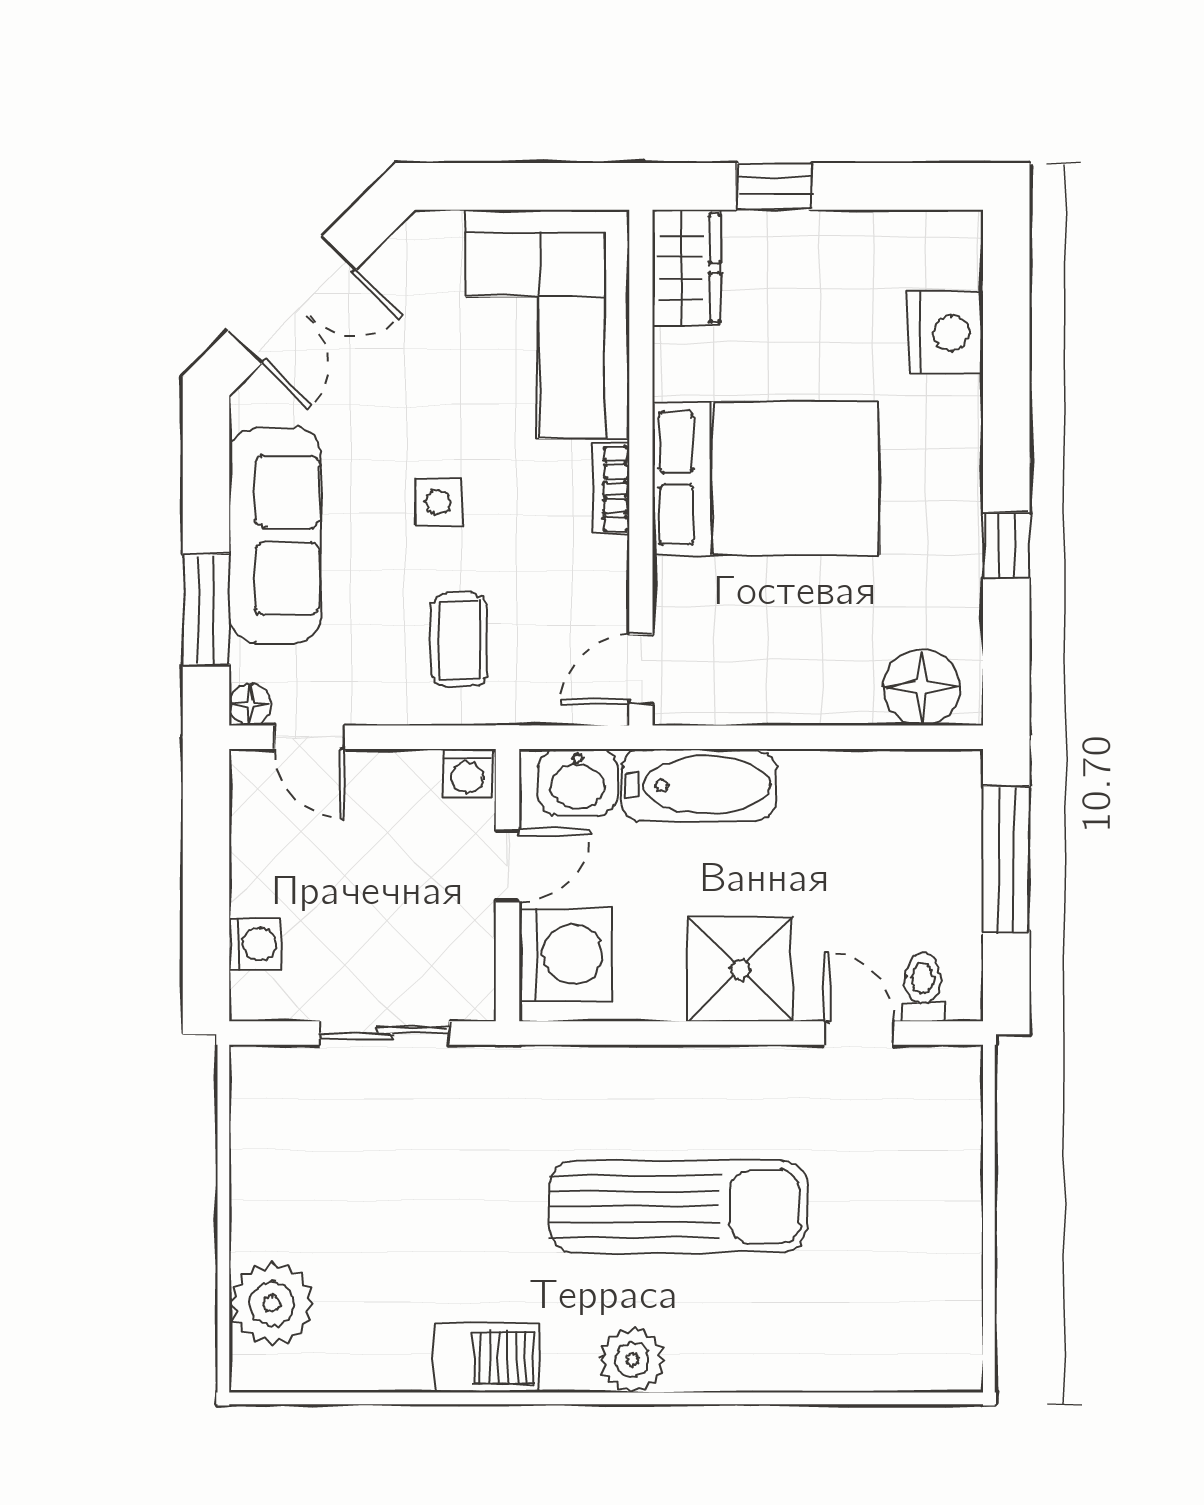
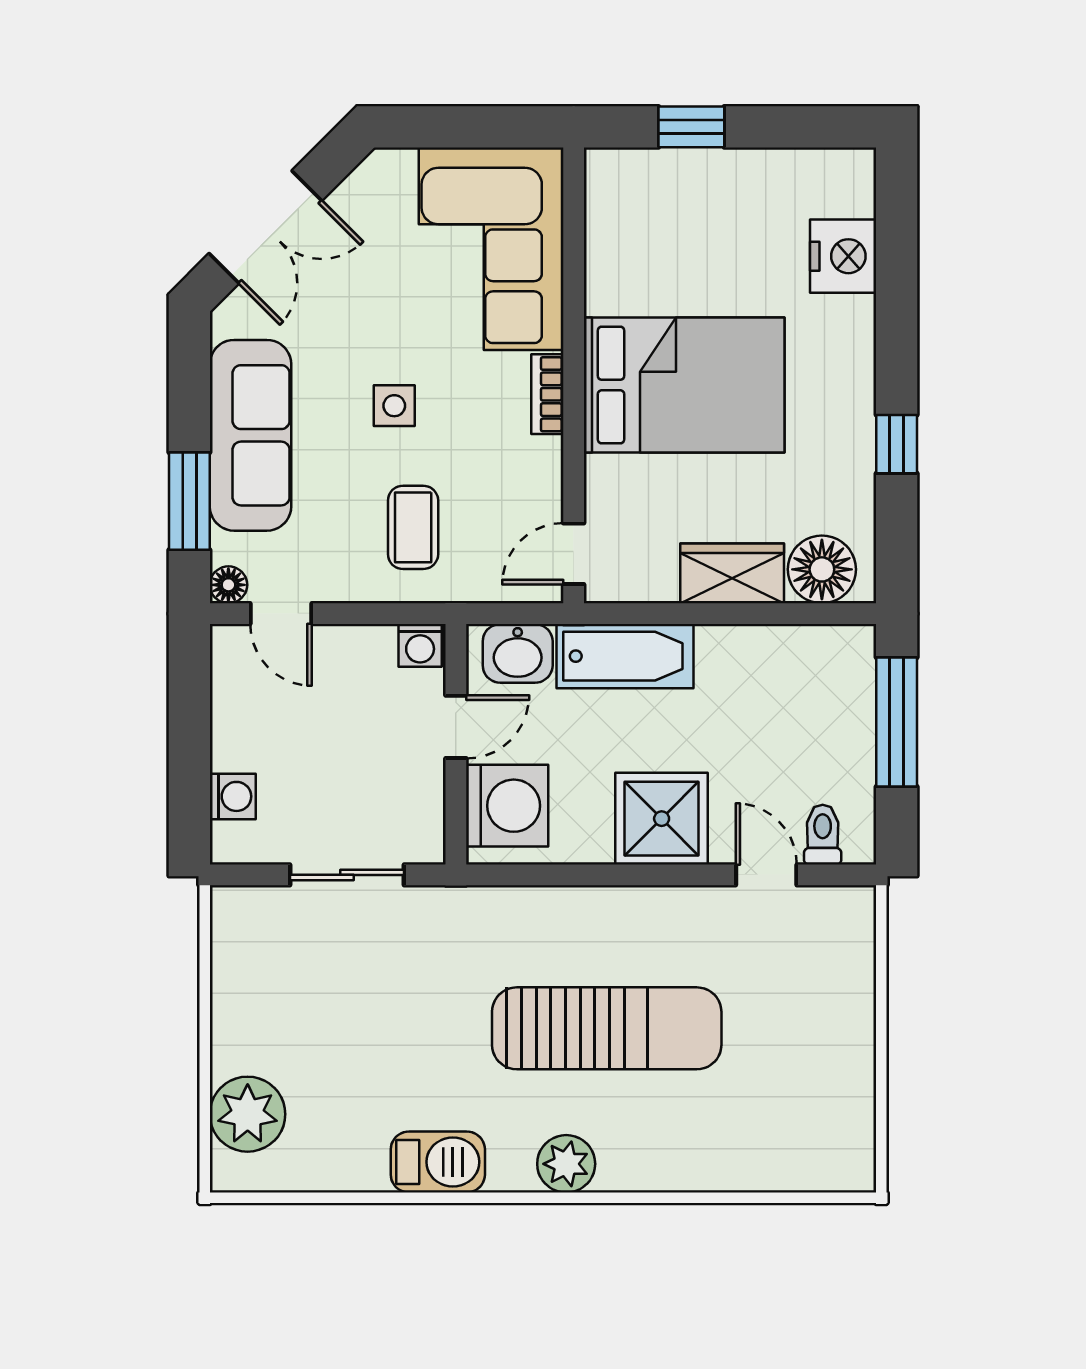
wardrobe: (686, 268) -> (732, 573), moved, turned -90

